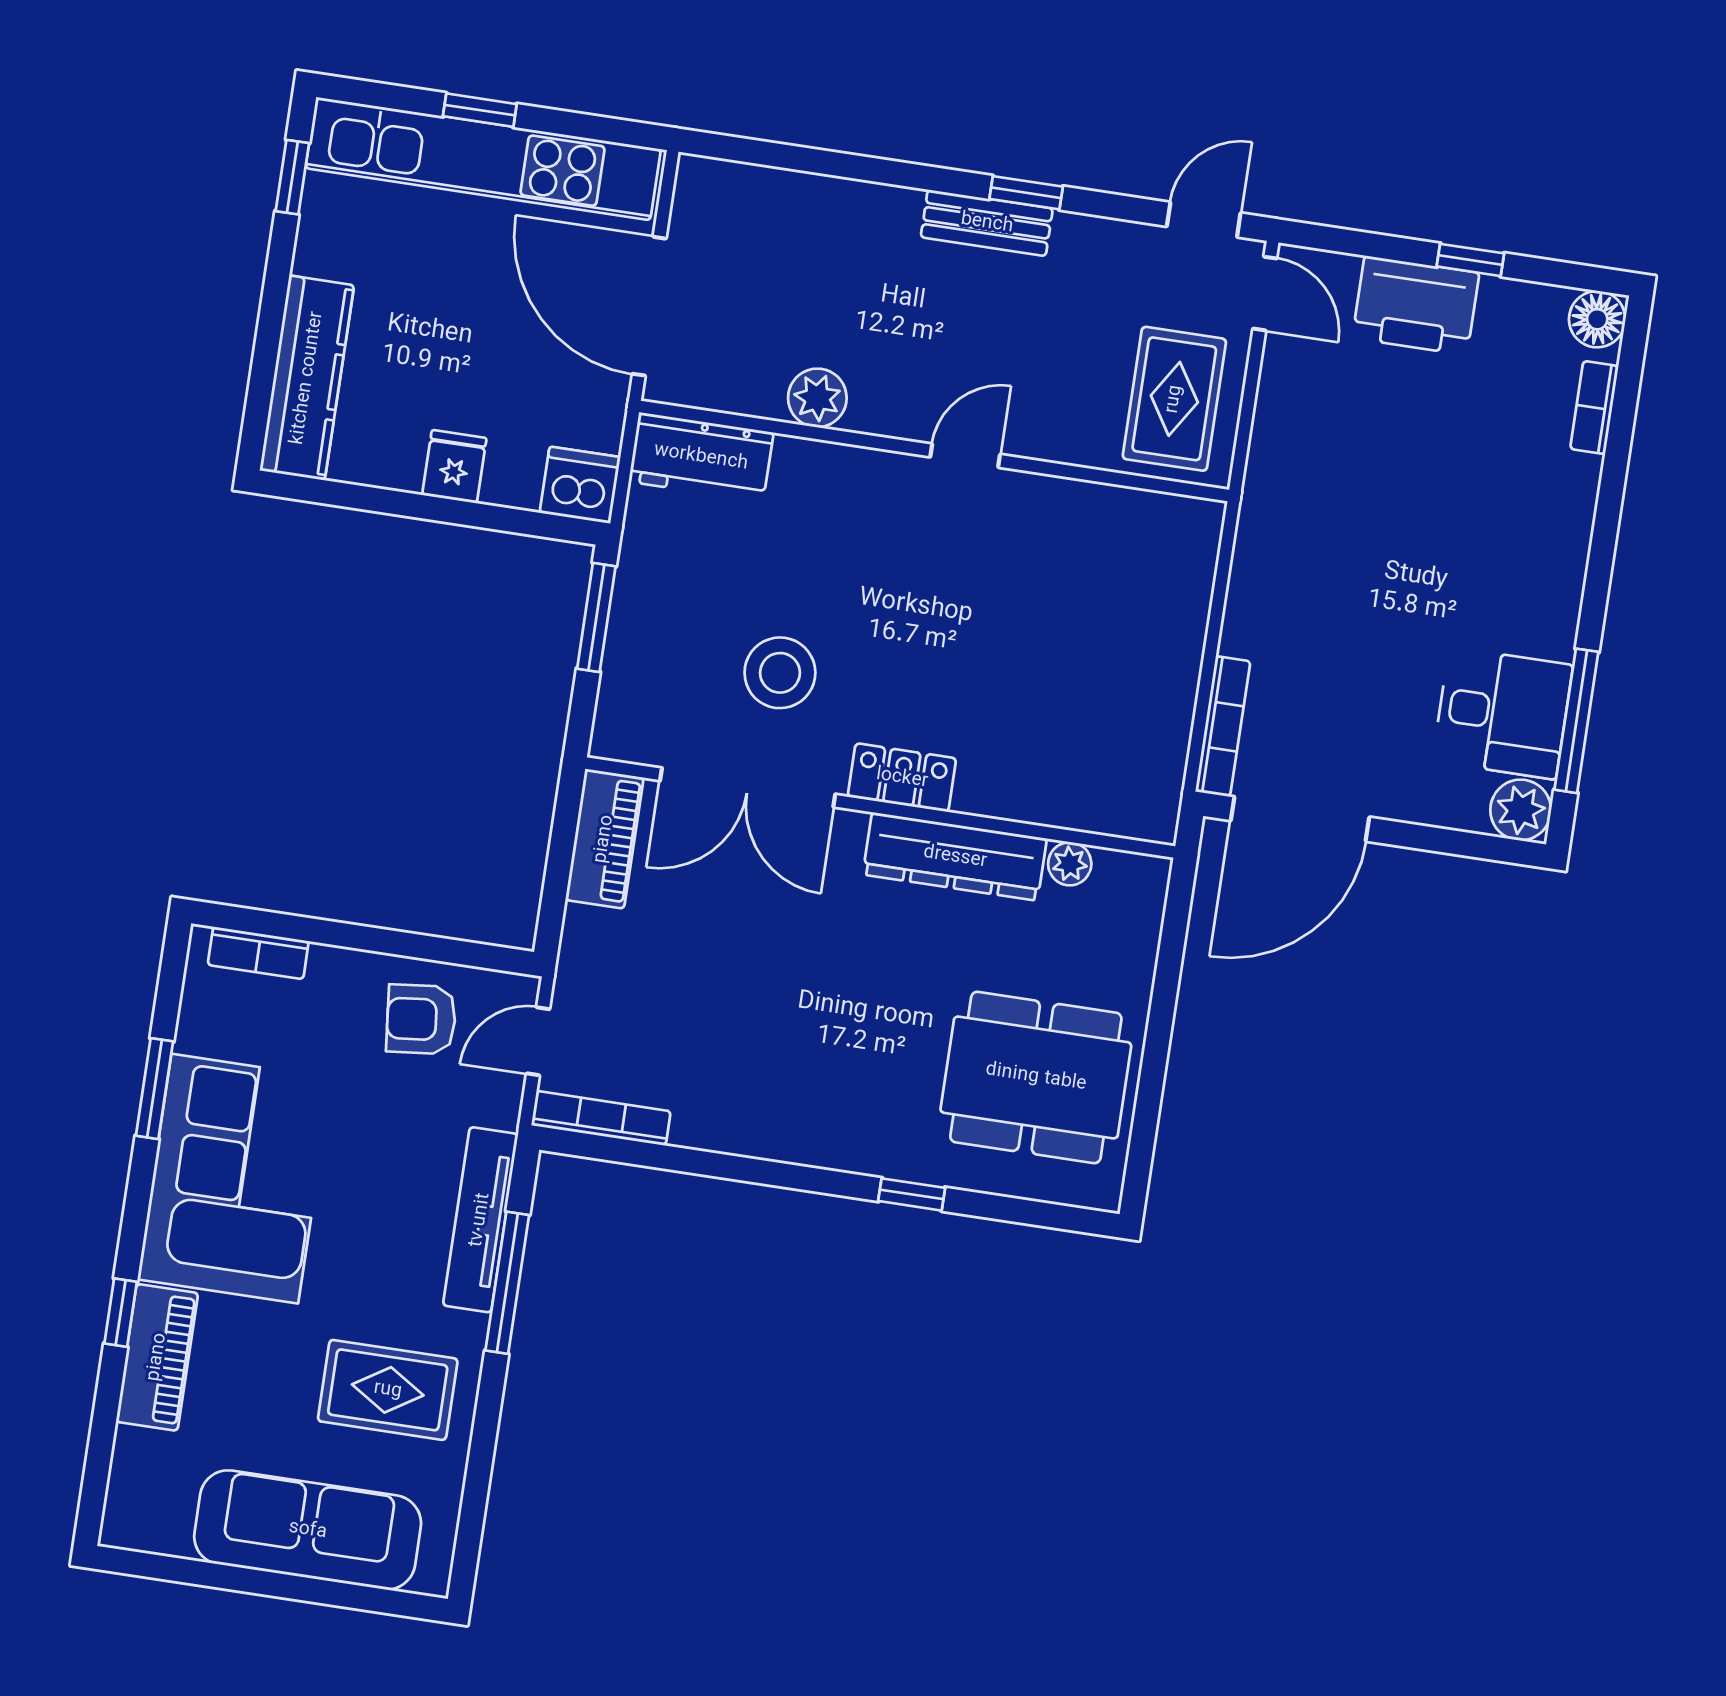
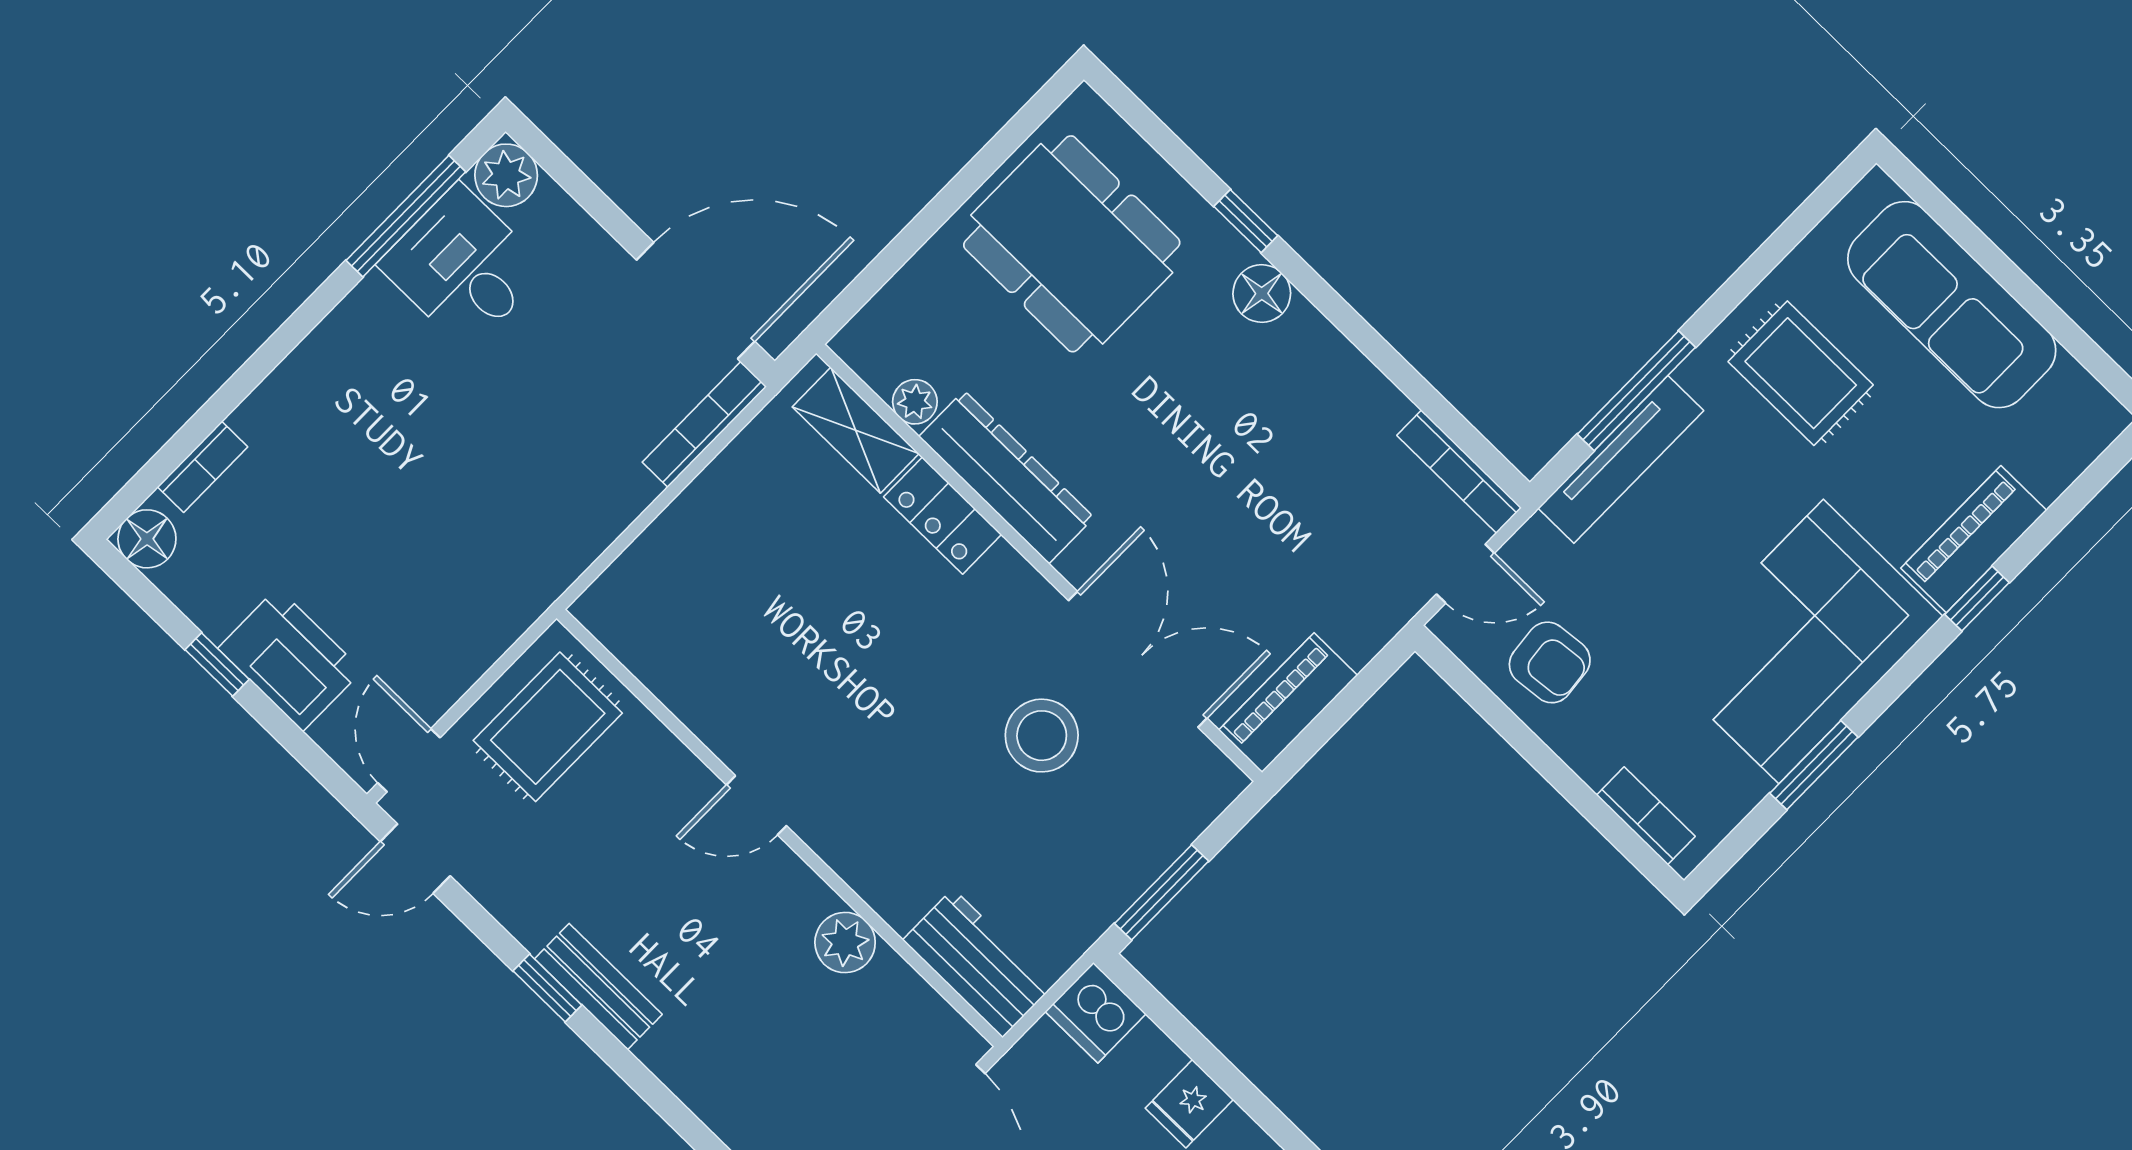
locker: (902, 778) -> (943, 516), moved
shelving: (1100, 808) -> (856, 430), added
floor lamp: (858, 1146) -> (1262, 293), added

